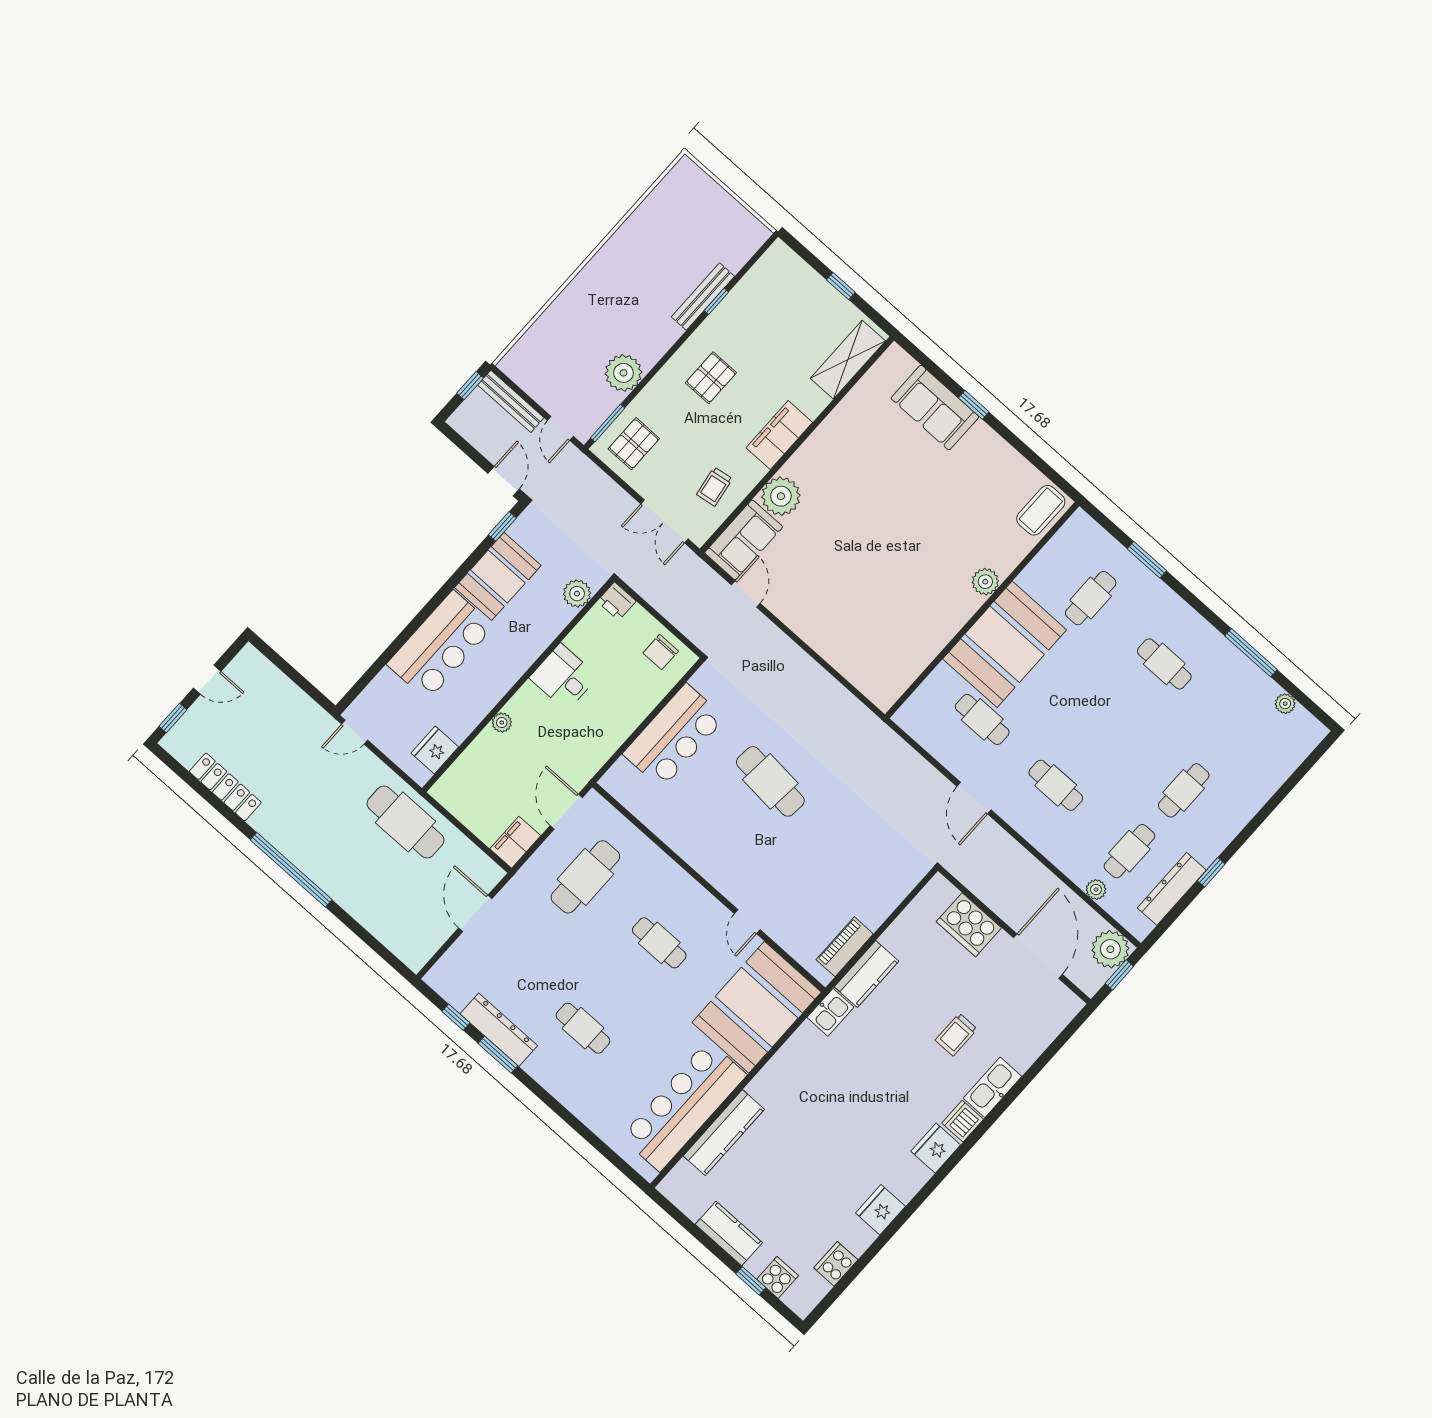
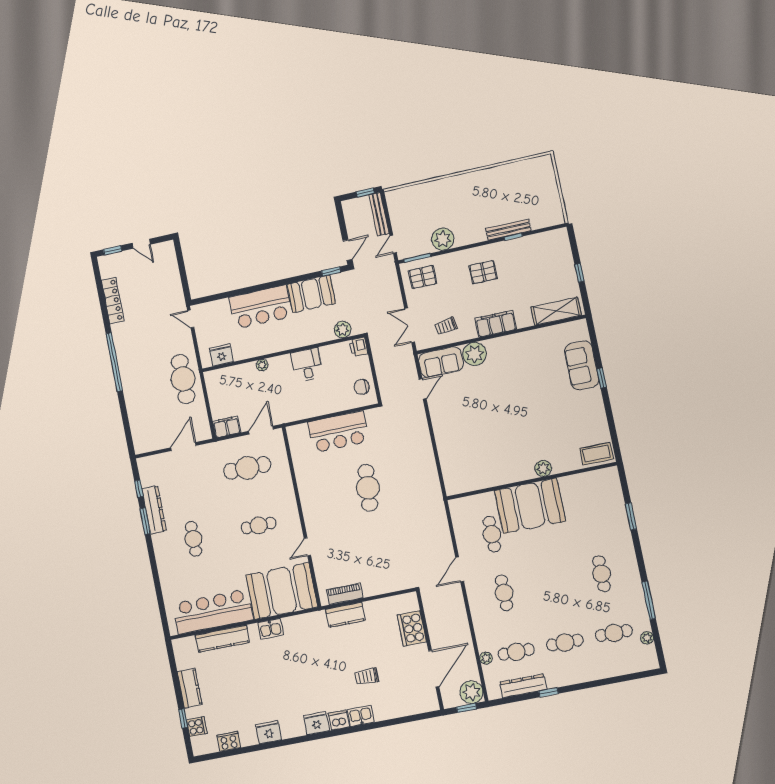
cafe table: (1091, 598) -> (614, 633), moved
cafe table: (659, 943) -> (259, 525), turned 90
kitchen sink: (830, 1012) -> (271, 629), moved
kitchen sink: (993, 1087) -> (361, 716), width x0.73

